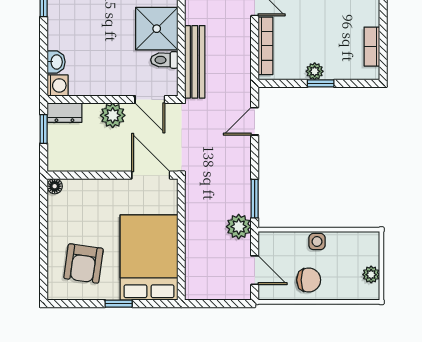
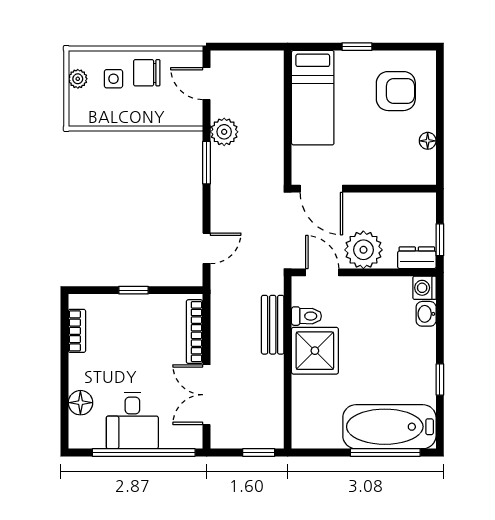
bench: (195, 62) -> (273, 325), width x0.73
plant: (315, 71) -> (140, 304), removed
plant: (113, 115) -> (363, 250), width x1.36, depth x1.36
floor lamp: (55, 186) -> (428, 141), moved
side table: (317, 242) -> (113, 79), moved
bed: (149, 257) -> (313, 98), width x0.67
armchair: (84, 263) -> (396, 91), turned 82

